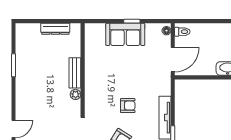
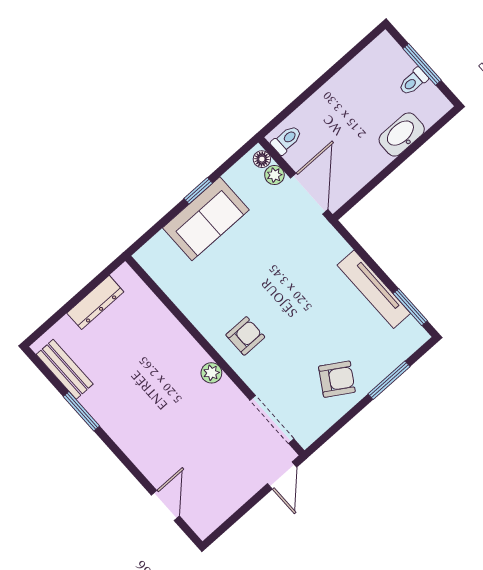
plant: (166, 41) -> (274, 175), added
bench: (75, 73) -> (65, 369), moved
armchair: (128, 106) -> (245, 336), moved

